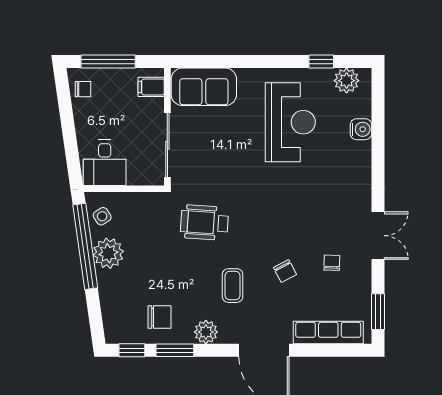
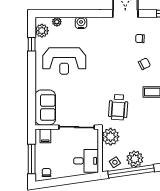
plant: (363, 108) -> (57, 22), added
reception desk: (290, 122) -> (64, 61), turned 180
water cooler: (361, 129) -> (81, 23), moved
plant: (150, 208) -> (111, 137), added

